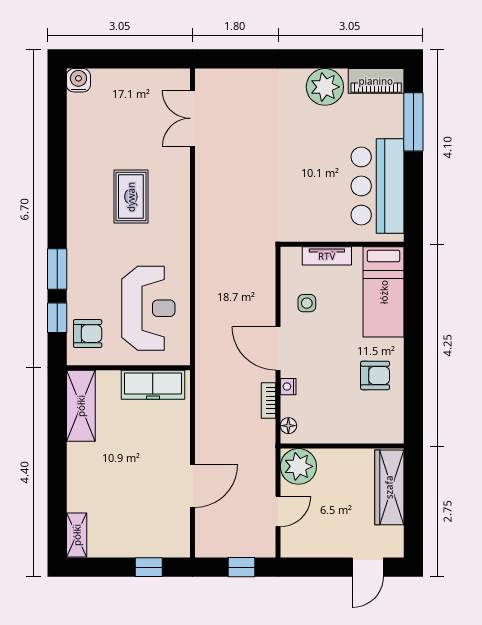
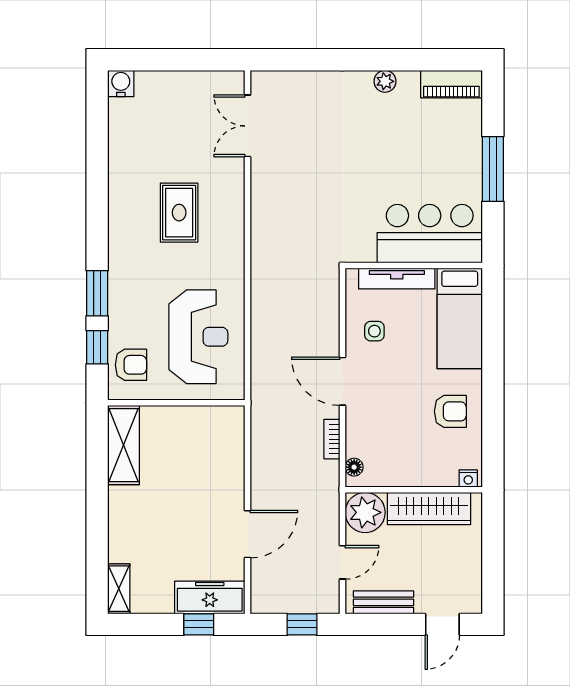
plant: (325, 87) -> (385, 81), width x0.53, depth x0.53
window: (413, 122) -> (493, 169), moved
bar counter: (378, 186) -> (430, 234), moved, turned 90
tv unit: (327, 256) -> (397, 279), width x1.41
freezer: (153, 385) -> (210, 597), moved, turned 180
nightstand: (288, 387) -> (468, 479), moved, turned -90
wardrobe: (389, 487) -> (429, 509), moved, turned -90
bench: (315, 547) -> (384, 602), added

